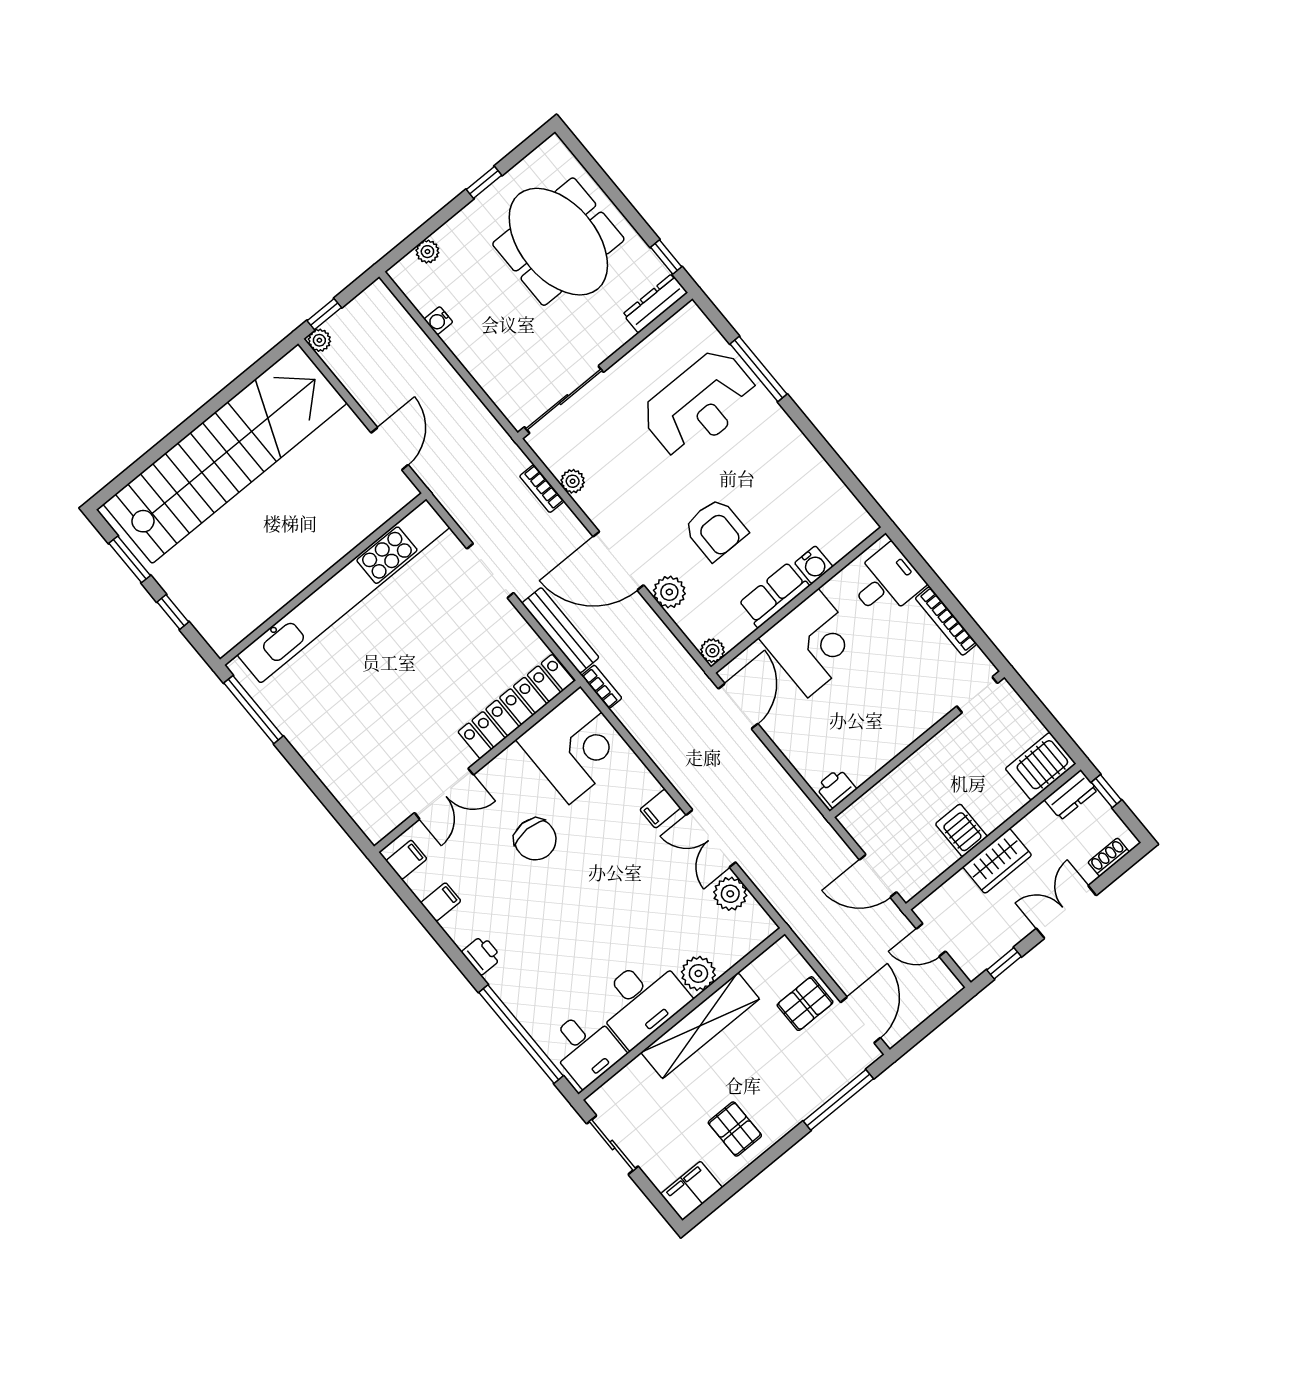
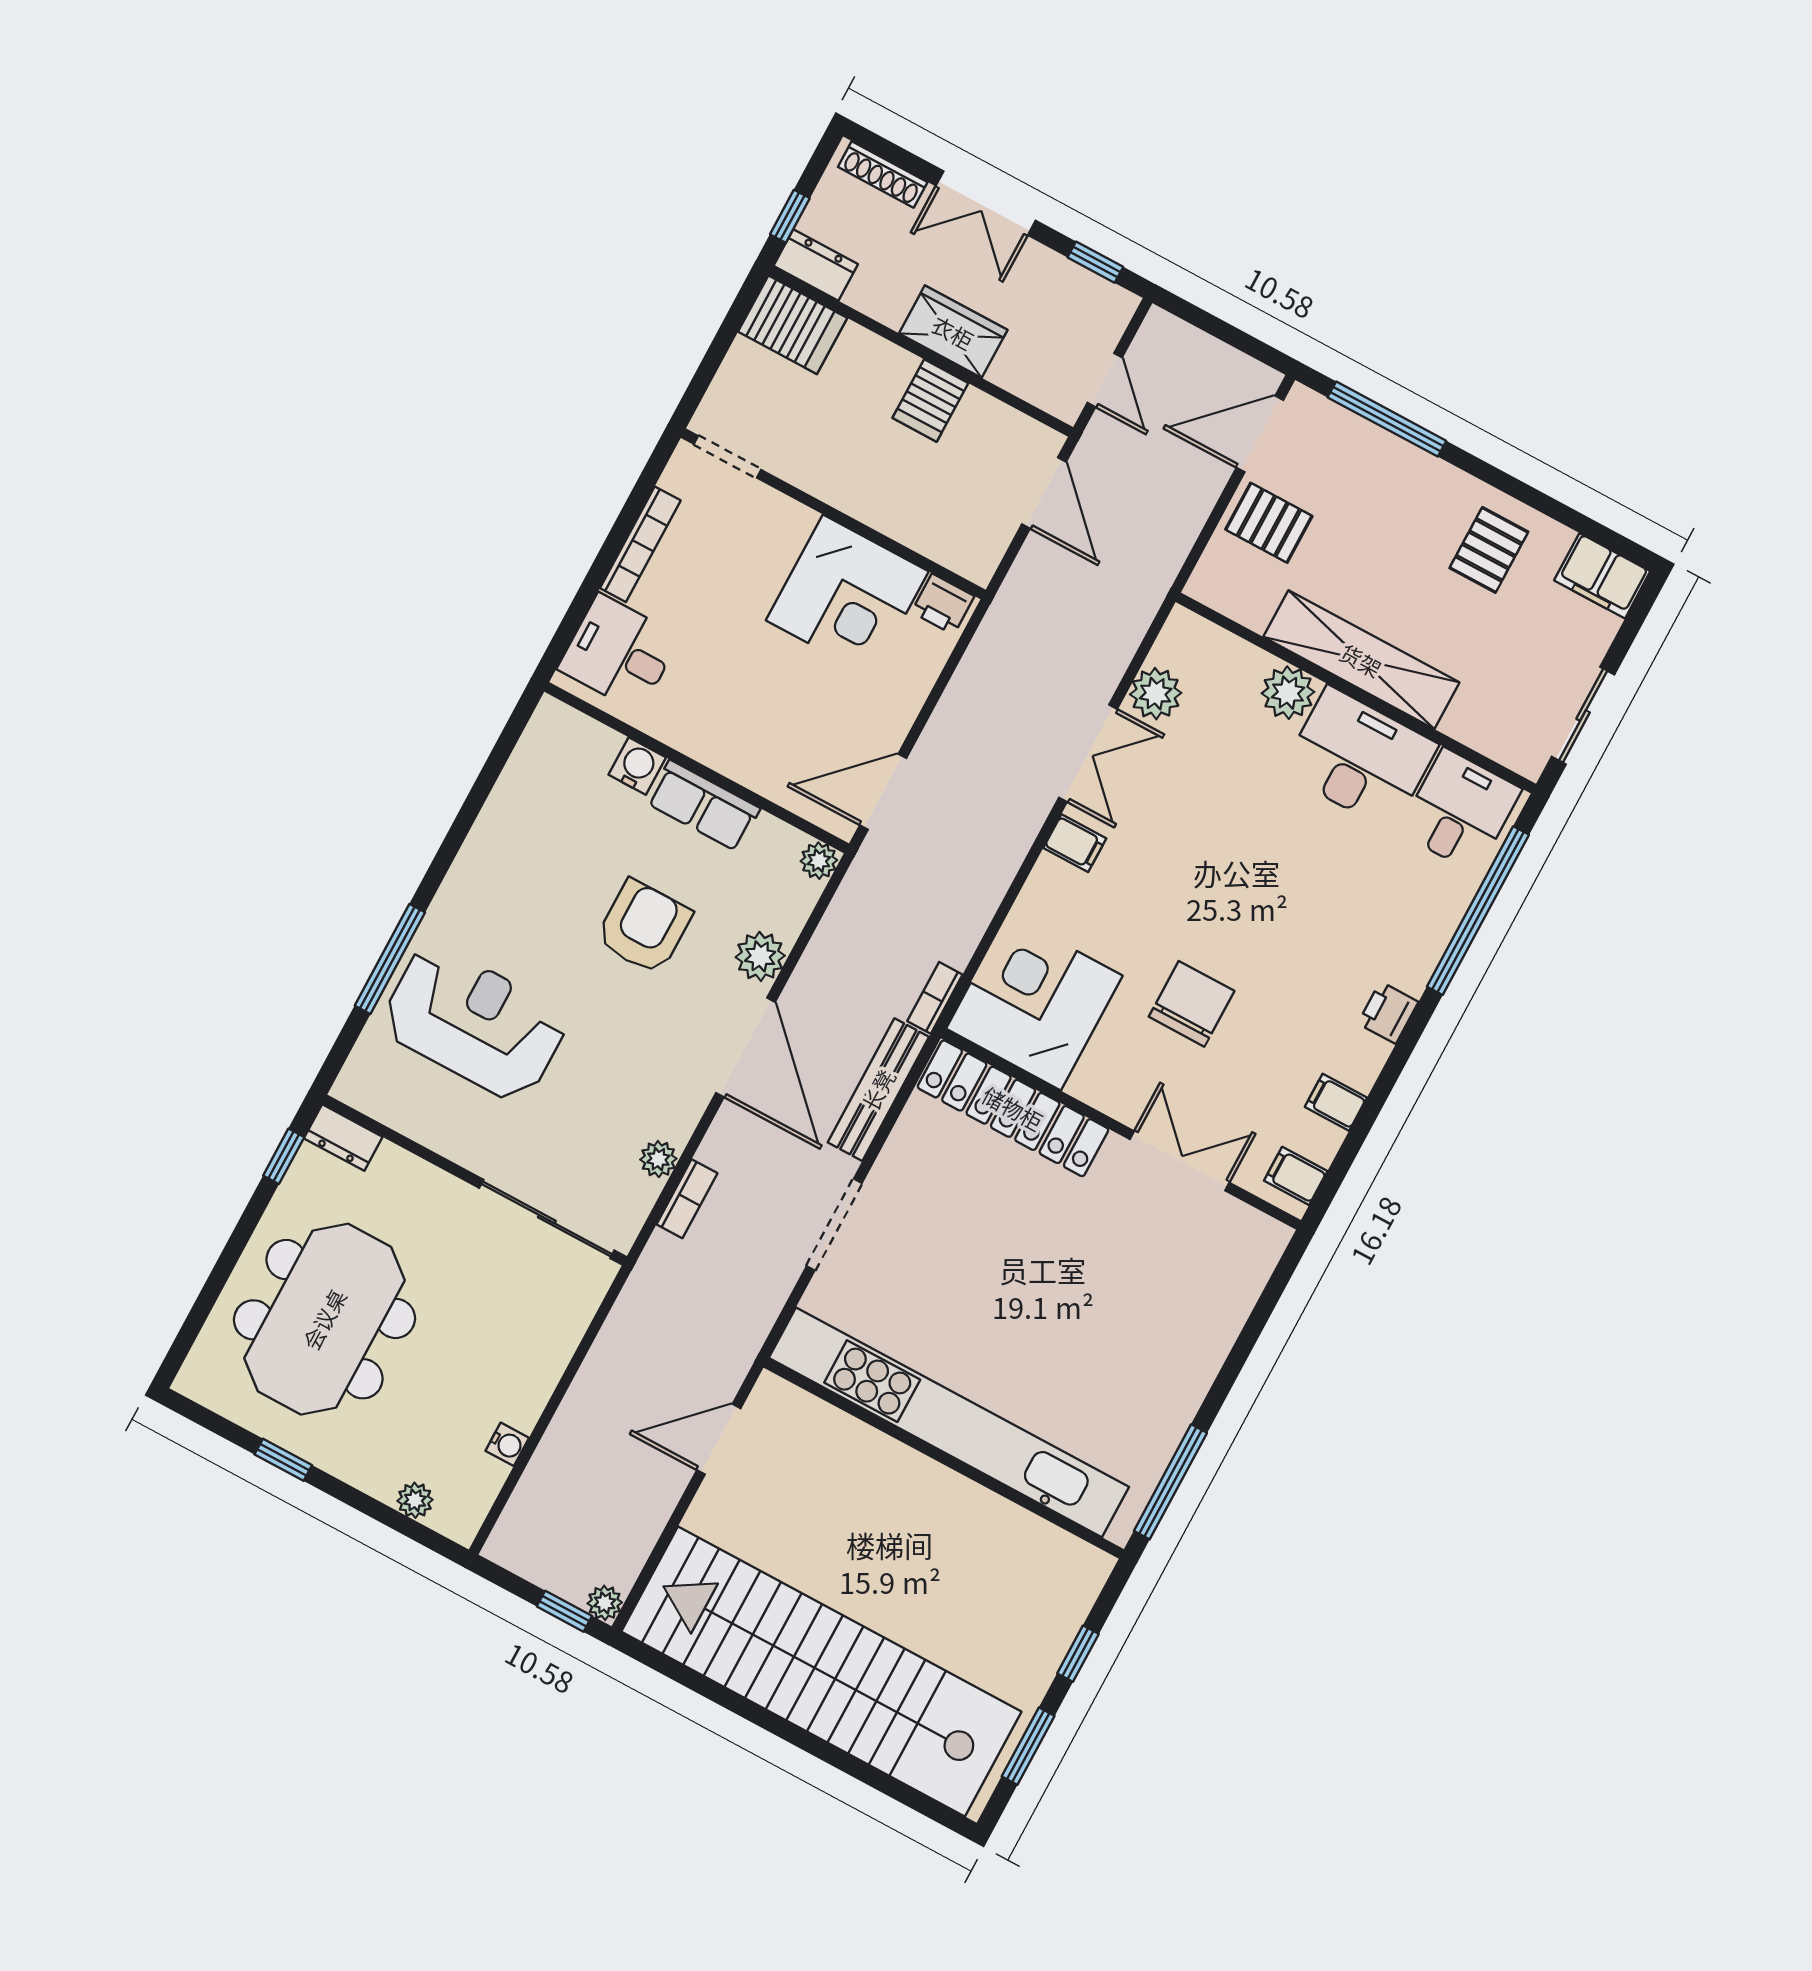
dresser: (655, 304) -> (343, 1138), width x0.70
corner desk: (813, 643) -> (847, 596), moved, turned 180
shoe rack: (1109, 857) -> (883, 174), width x1.43

